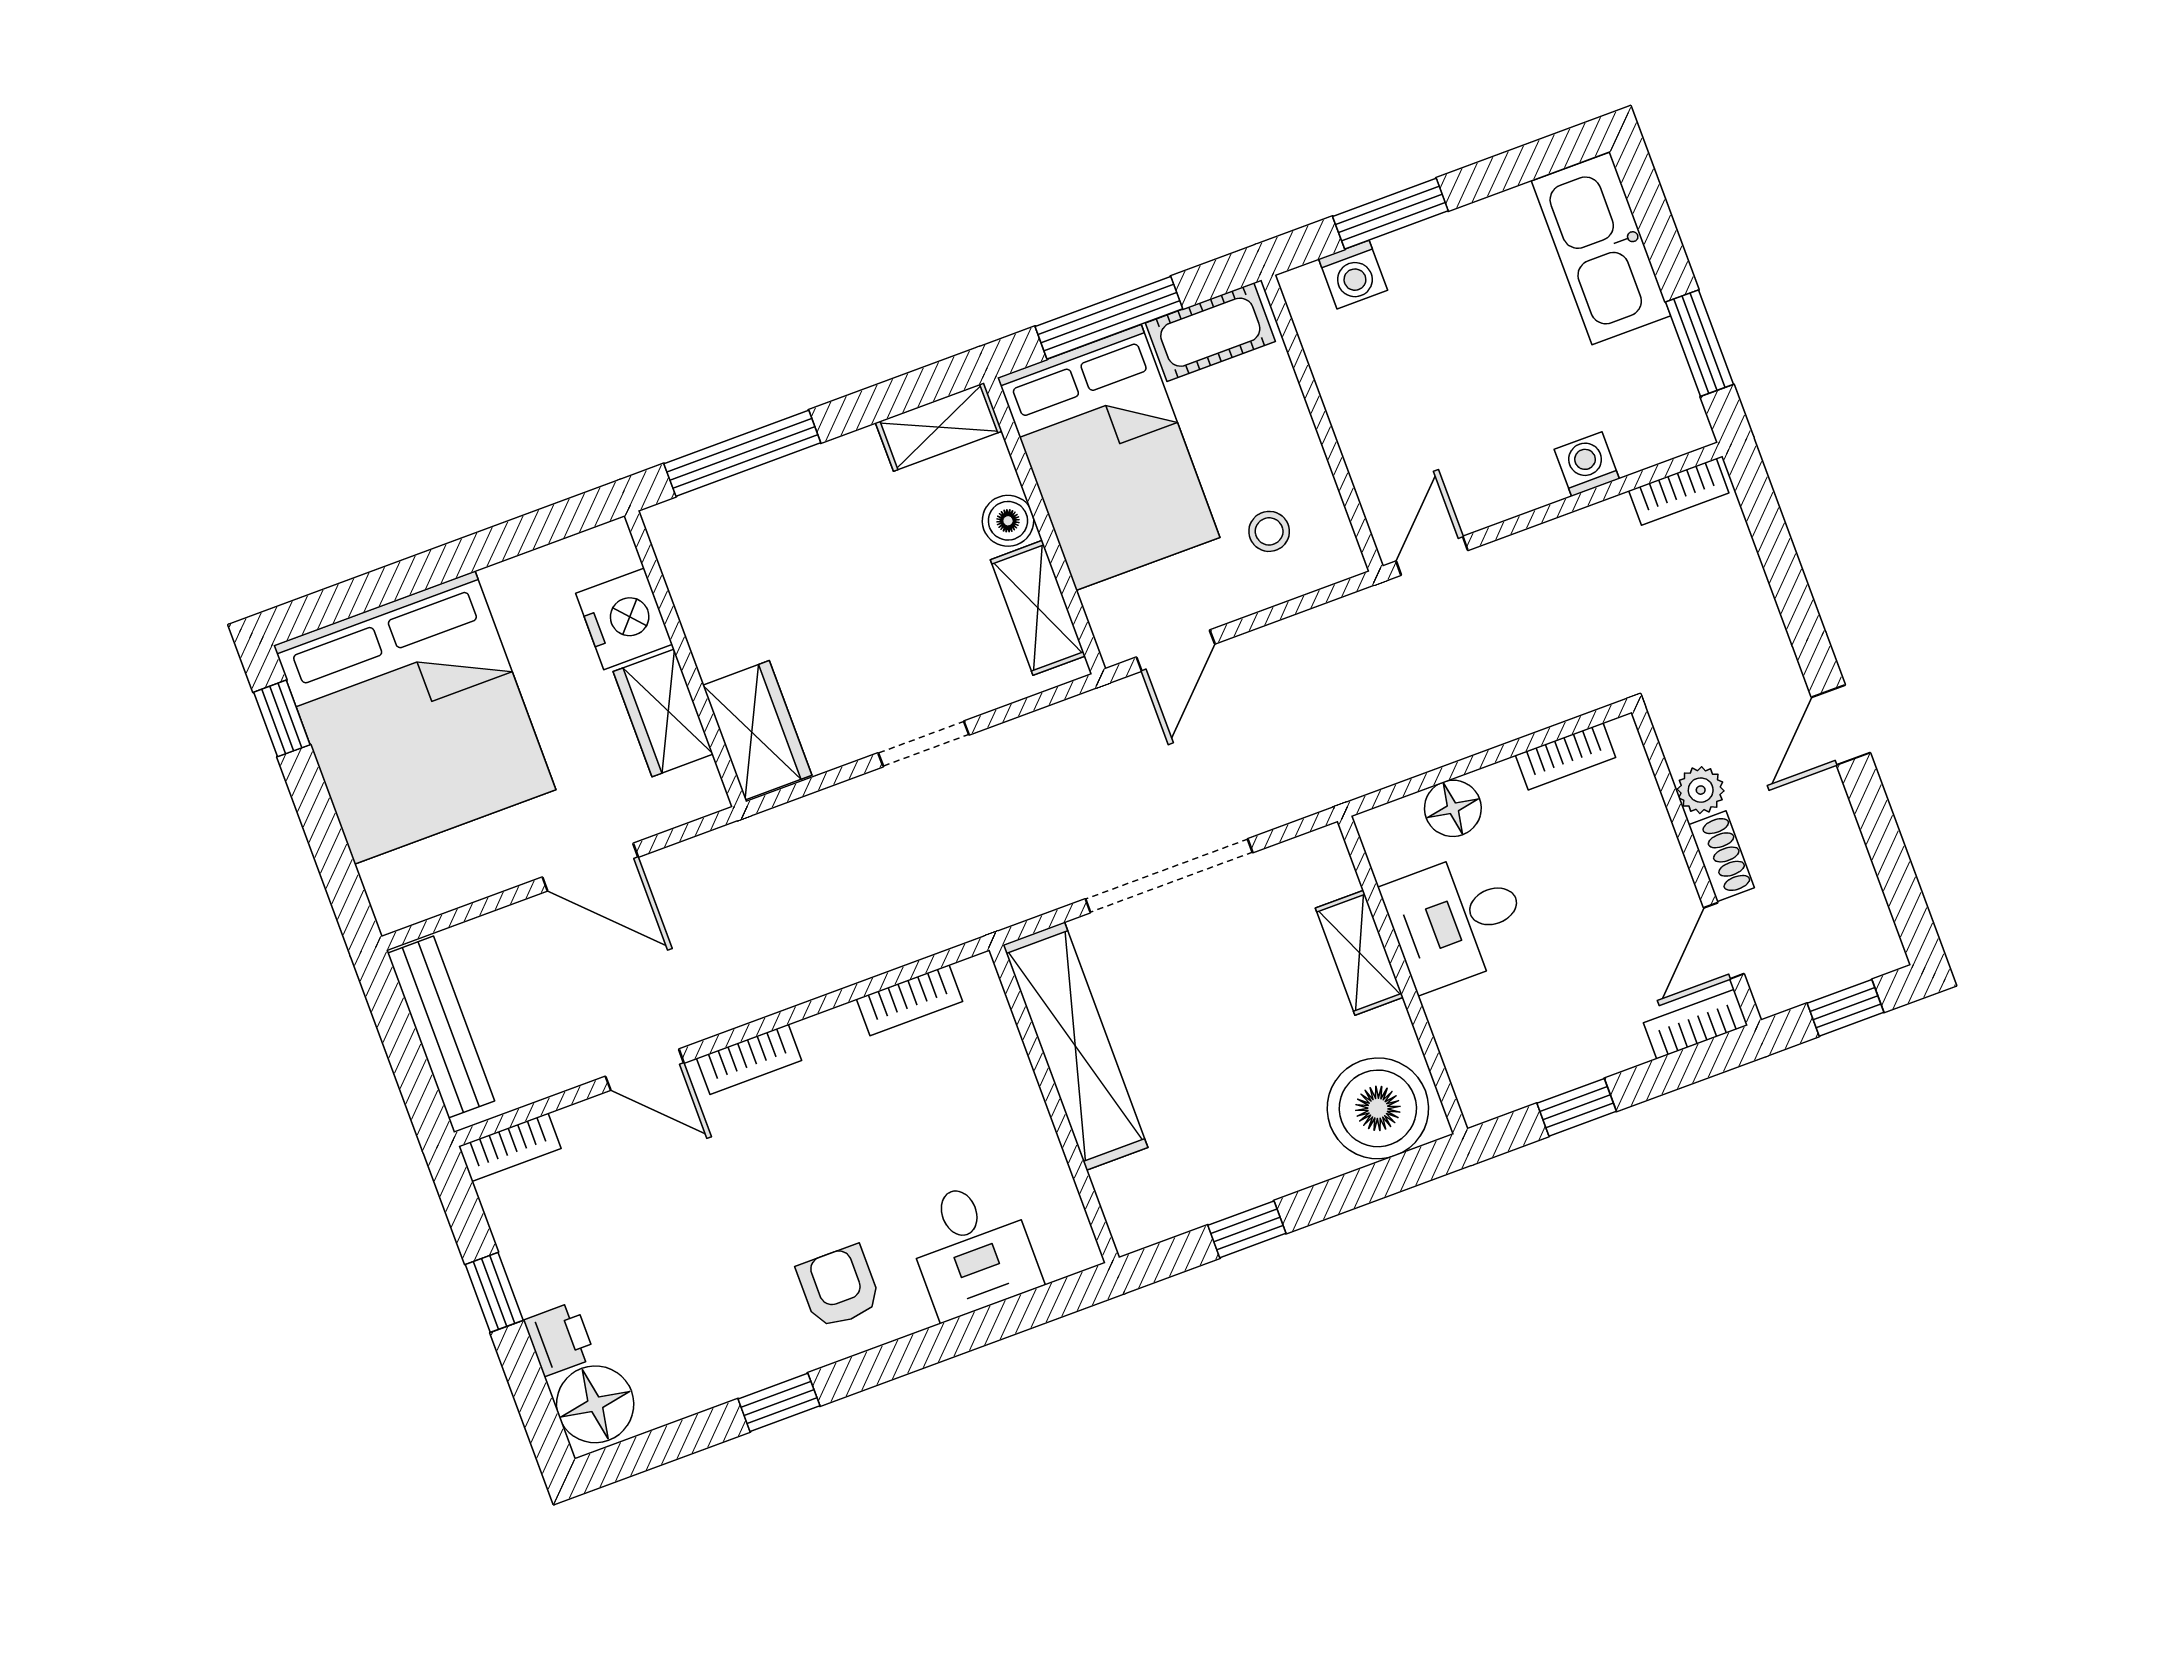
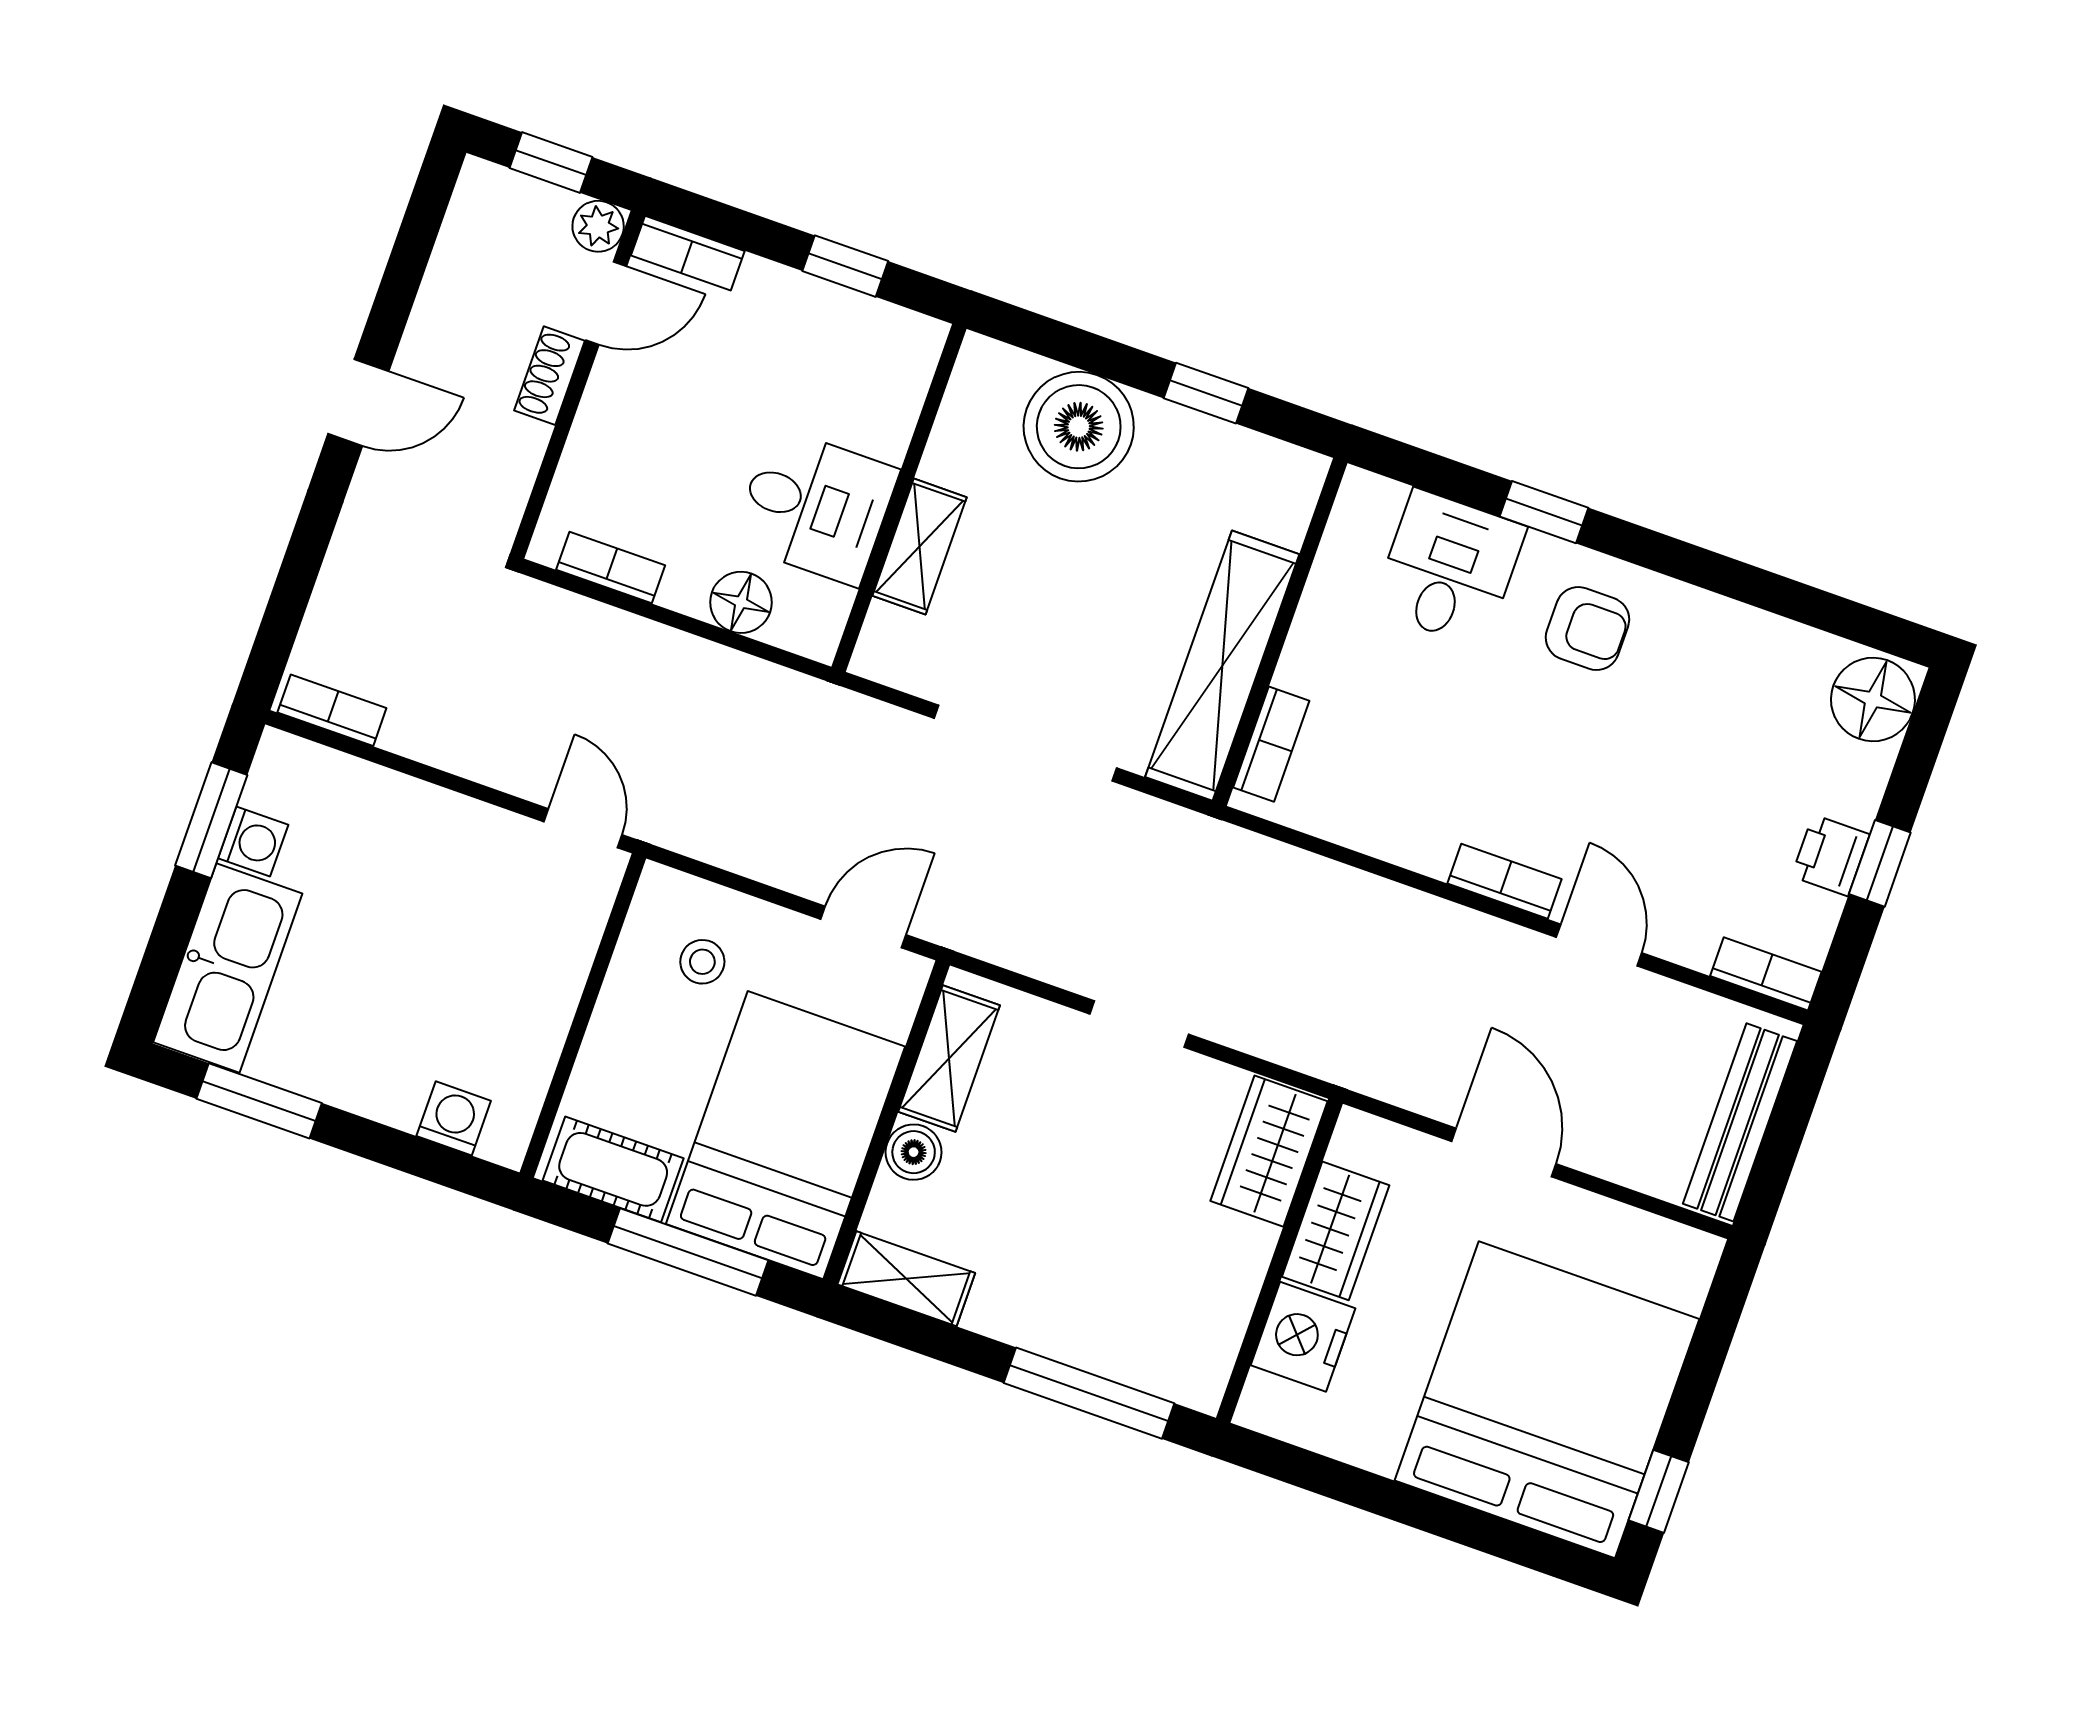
window: (1390, 214) -> (259, 1101), moved
washing machine: (1587, 464) -> (253, 841), moved, turned -90
door: (1432, 556) -> (583, 828), swing flipped
plant: (1701, 790) -> (598, 226), moved
bookcase: (910, 1000) -> (1271, 744), moved, turned 90
boiler: (1378, 1108) -> (1079, 427), moved
armchair: (839, 1287) -> (1587, 629), turned -90
printer: (559, 1339) -> (1831, 855), moved
window: (779, 1402) -> (1544, 512), moved

